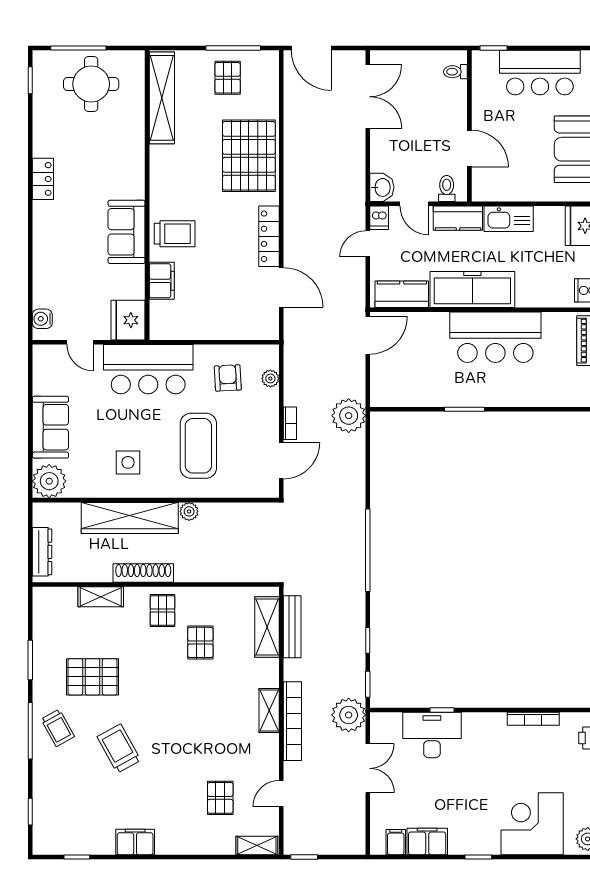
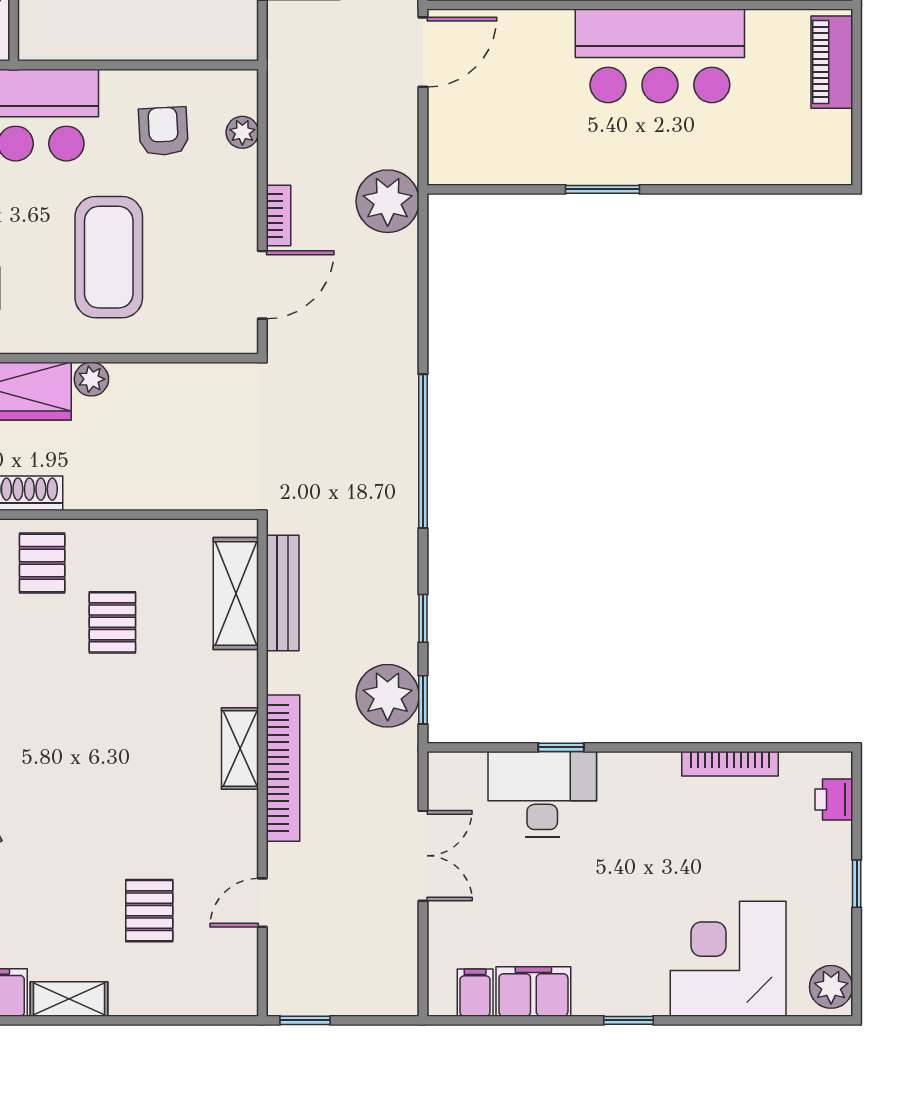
plant: (349, 715) -> (388, 696), moved
shelving: (257, 845) -> (69, 999), moved

